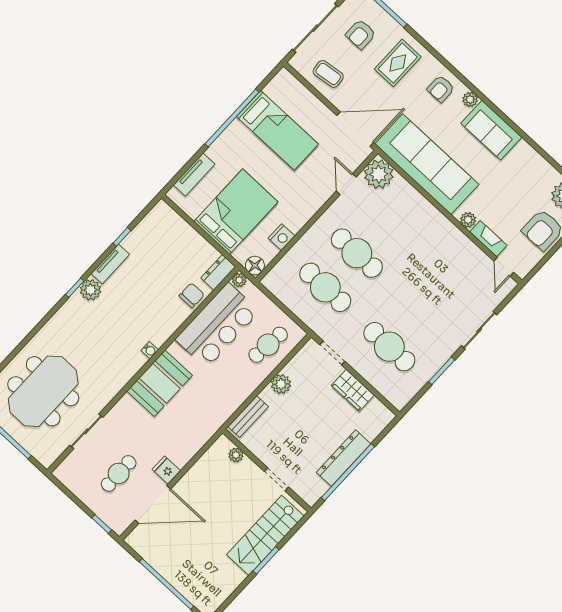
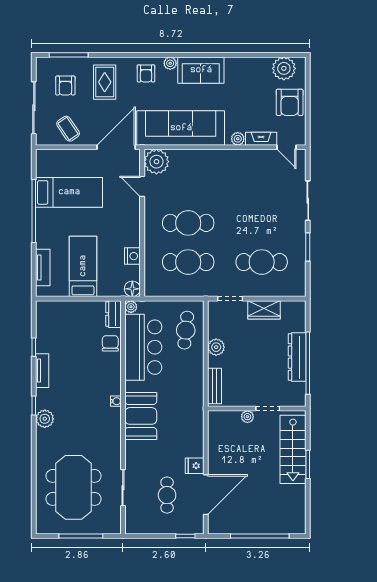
coffee table: (328, 74) -> (68, 129), turned 63
bed: (236, 212) -> (83, 266), width x0.67
plant: (91, 290) -> (45, 419), moved
plant: (236, 455) -> (247, 417), moved

